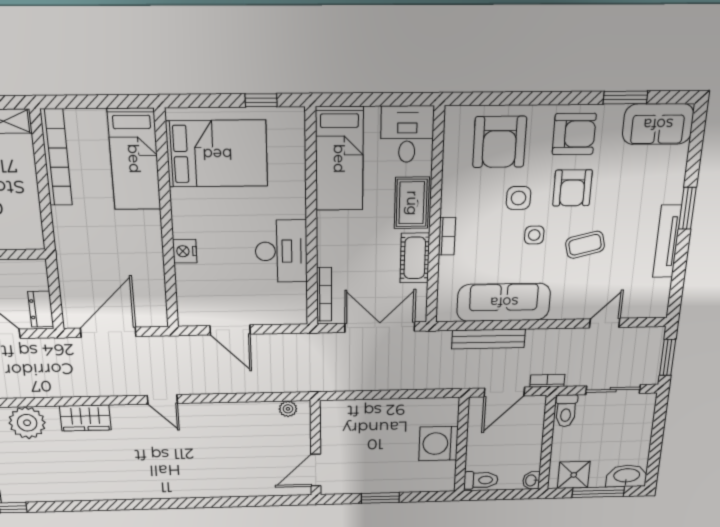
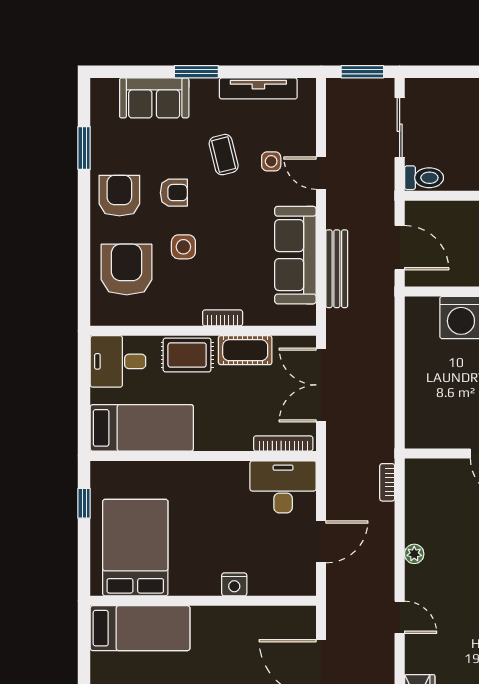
sofa: (658, 124) -> (154, 98), moved, turned 90
armchair: (500, 142) -> (127, 270), turned -90
armchair: (572, 188) -> (174, 193), width x0.72, depth x0.72
side table: (534, 235) -> (271, 161), moved
tv unit: (667, 241) -> (258, 88), moved
coffee table: (585, 245) -> (224, 155), moved
desk: (281, 251) -> (283, 487), moved
door: (605, 323) -> (321, 173), moved
bookcase: (547, 381) -> (387, 482), moved
door: (162, 399) -> (400, 617), hinge flipped
plant: (288, 409) -> (414, 554), moved

